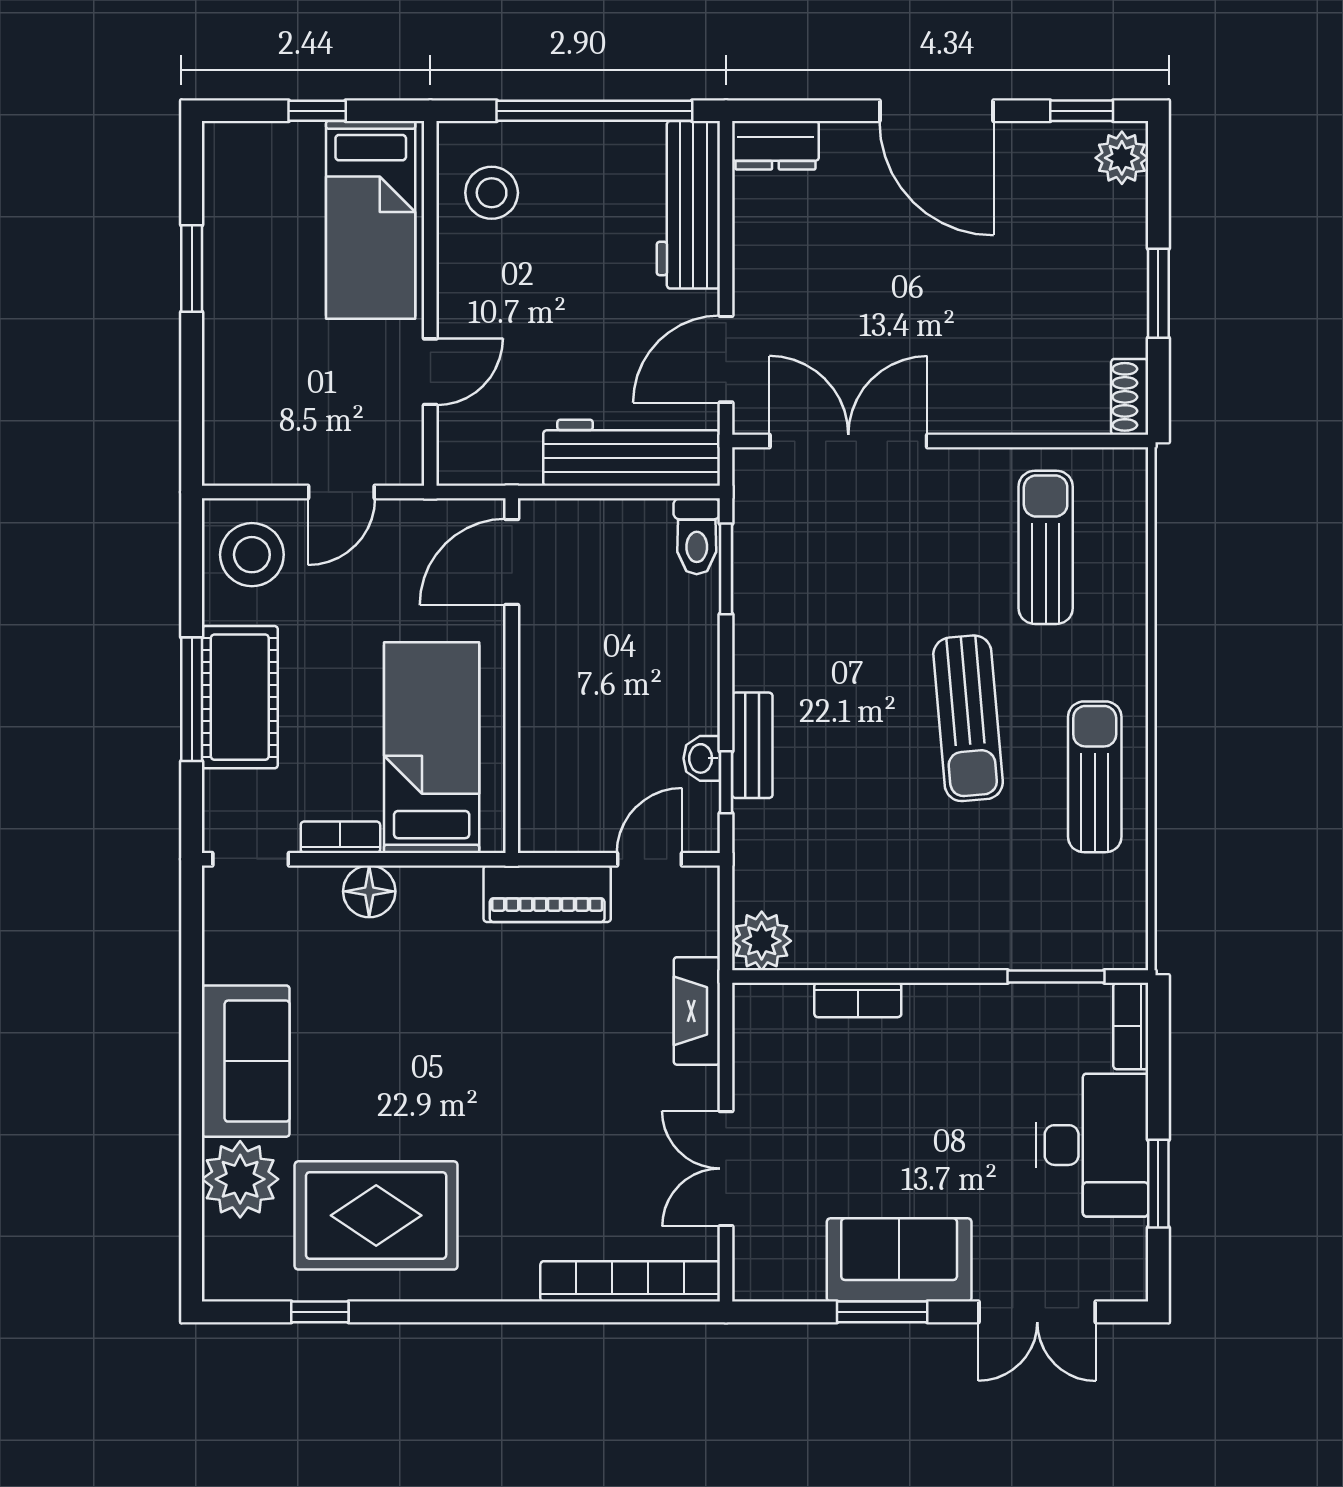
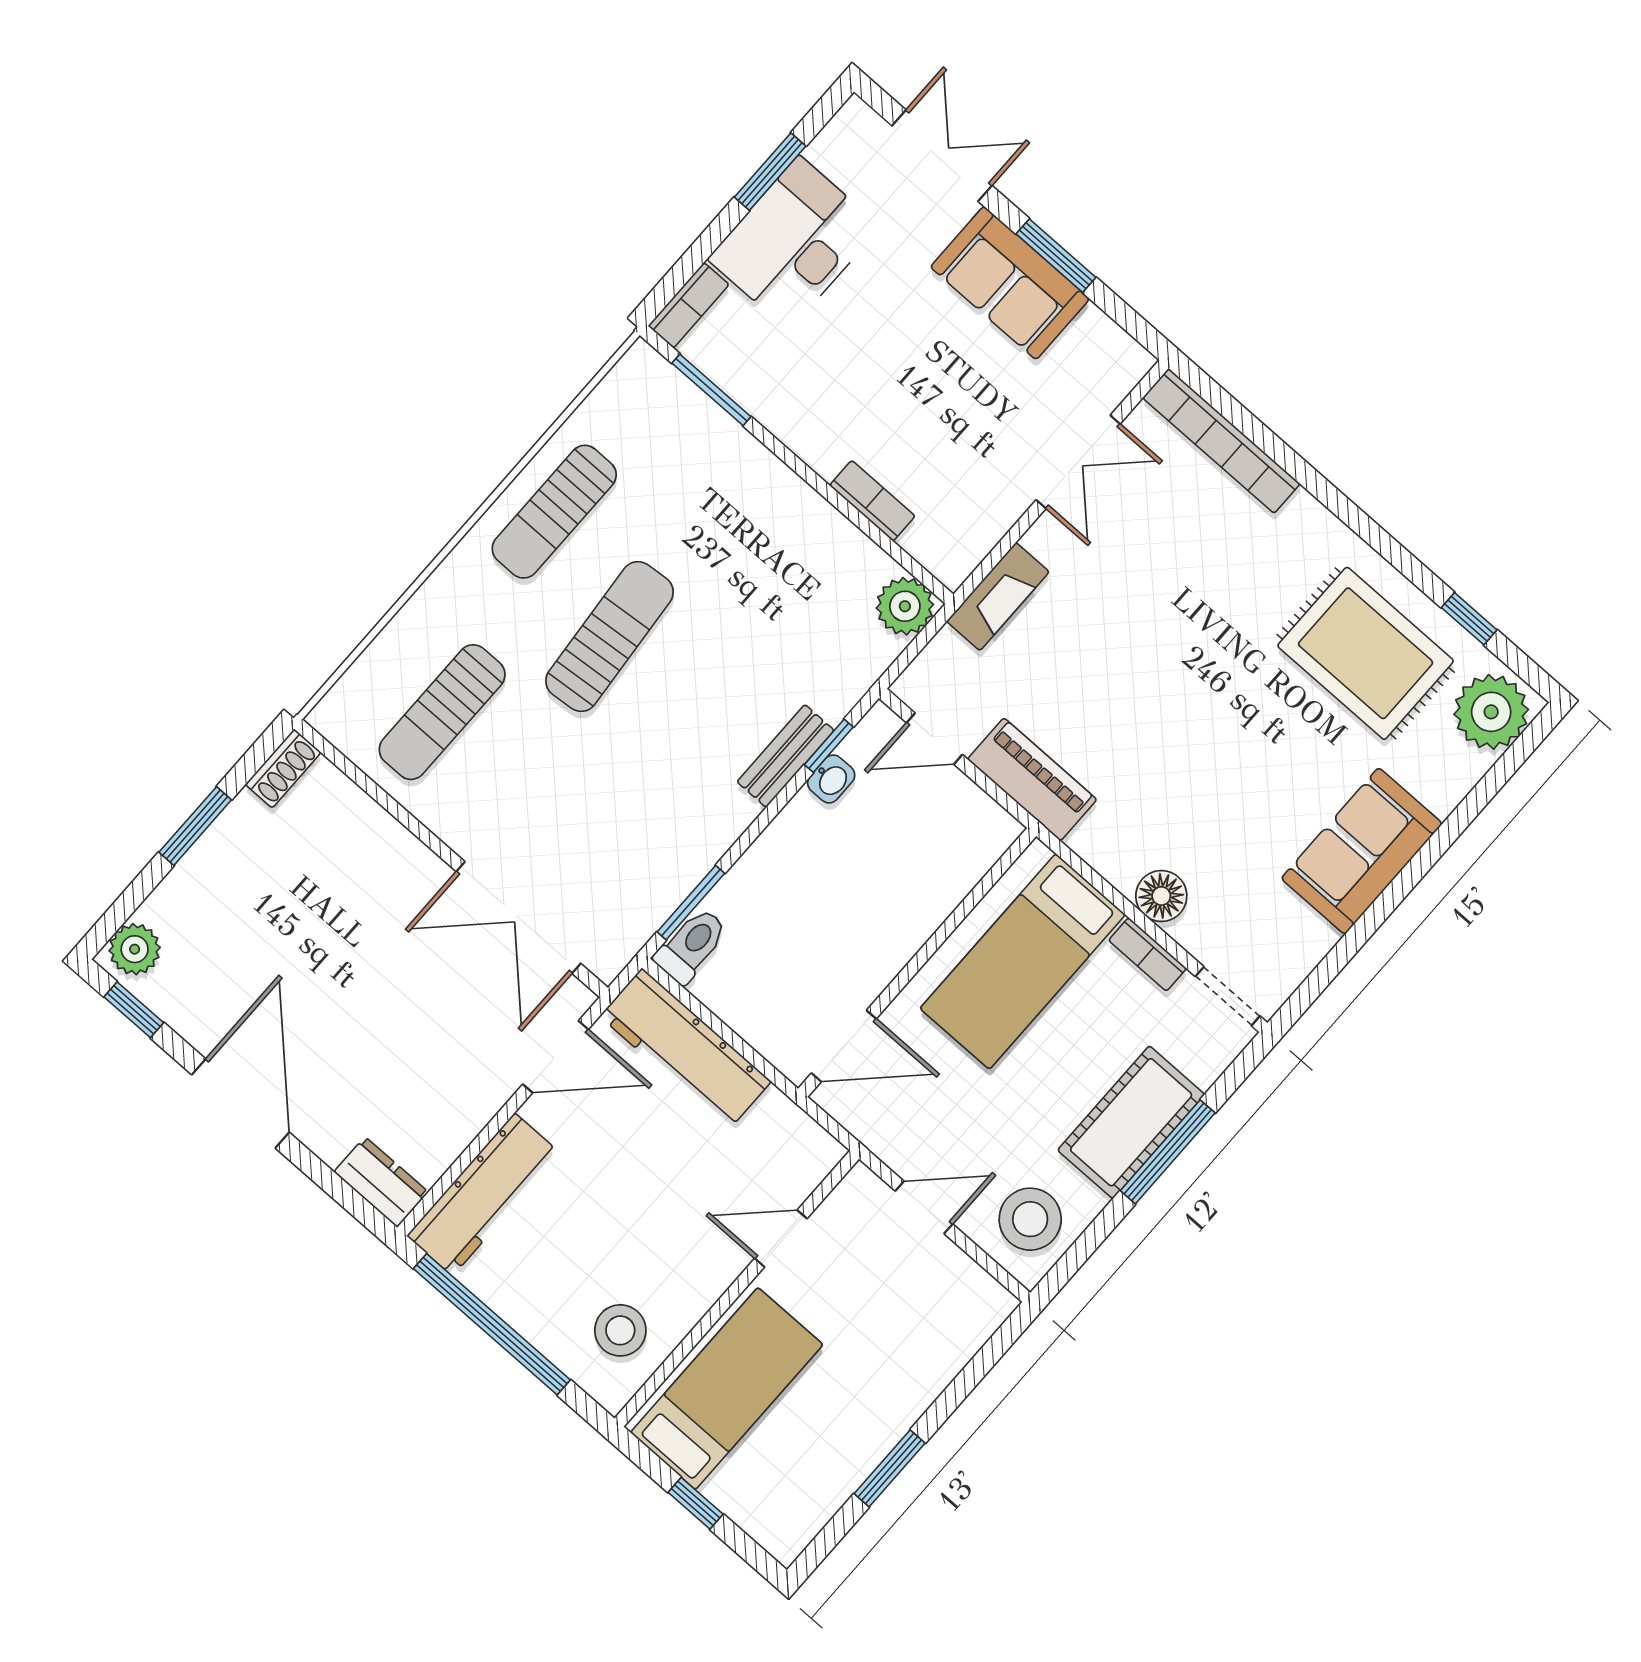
plant: (240, 1179) -> (1491, 712), moved

